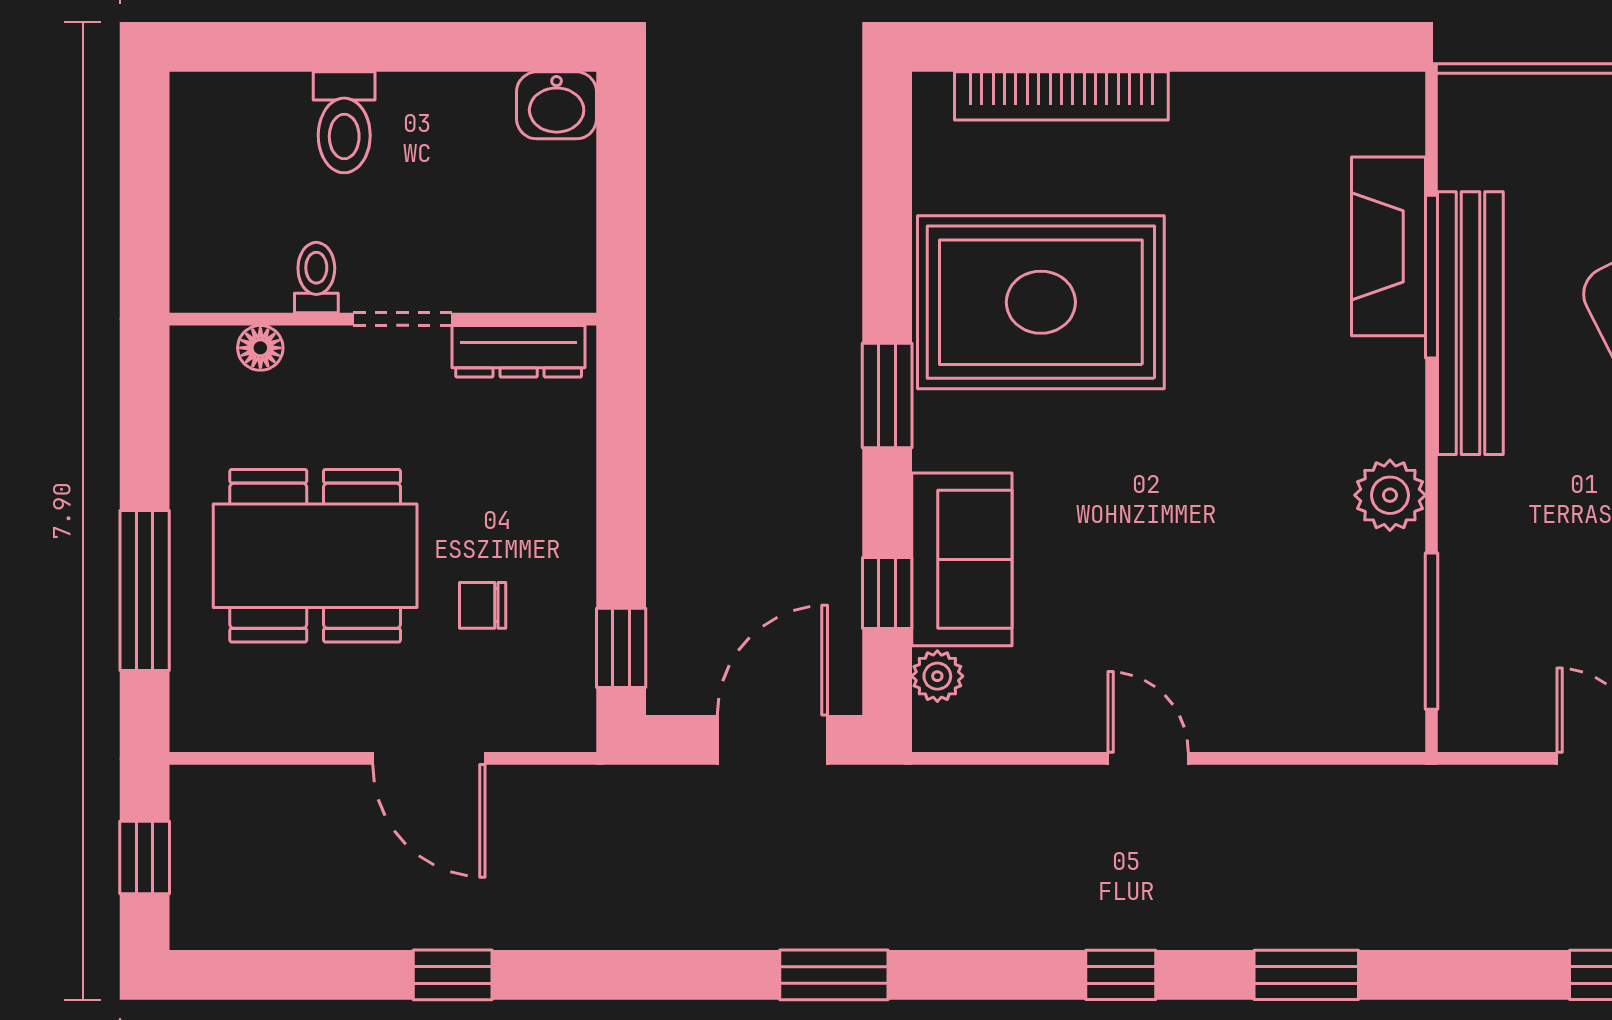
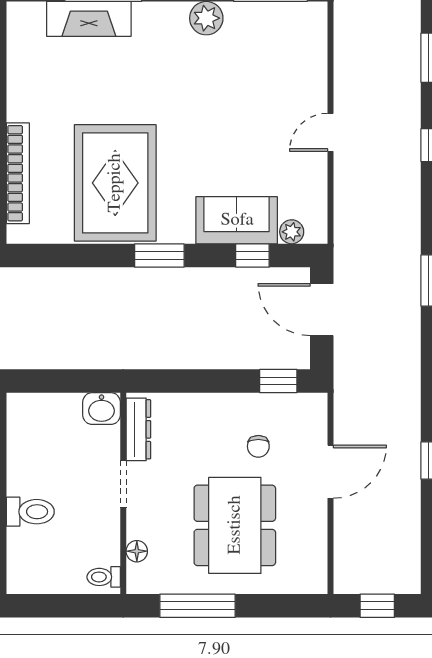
washbasin: (557, 105) -> (102, 409), moved, turned 90
toilet: (316, 278) -> (104, 577), moved
window: (145, 591) -> (197, 606), moved

